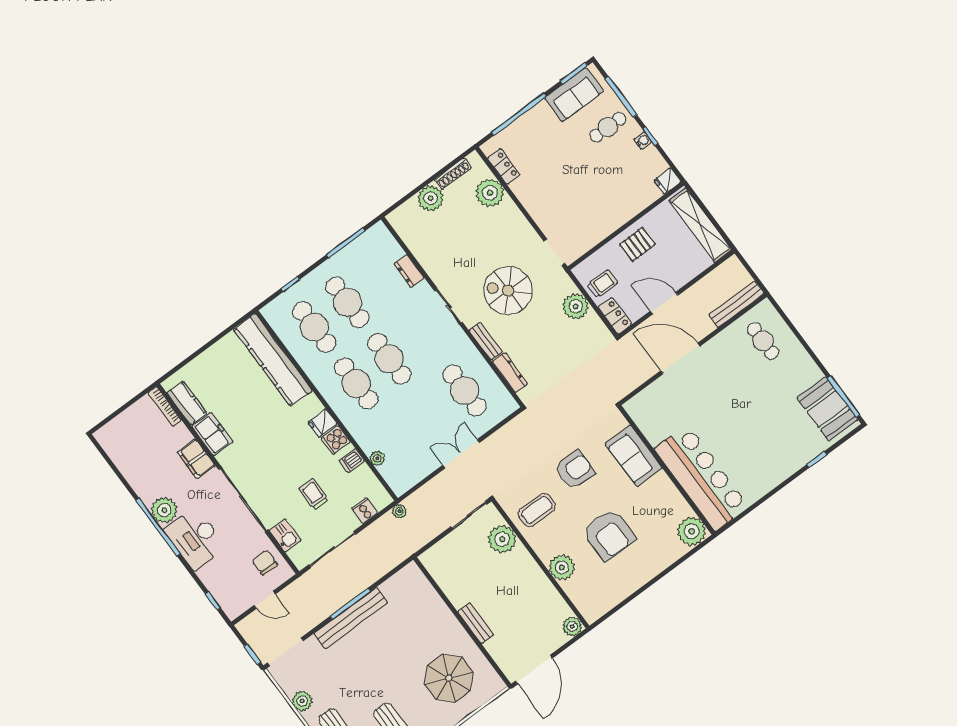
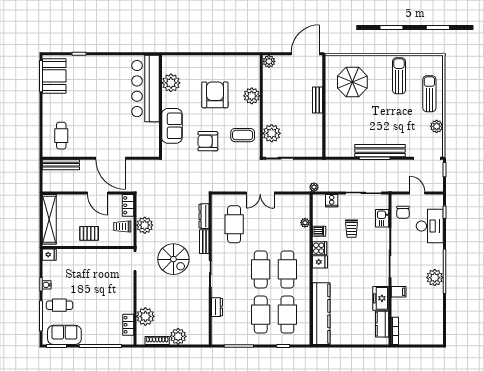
filing cabinet: (196, 459) -> (399, 292), width x0.50
plant: (692, 531) -> (171, 83), moved
desk: (195, 538) -> (430, 226), moved

